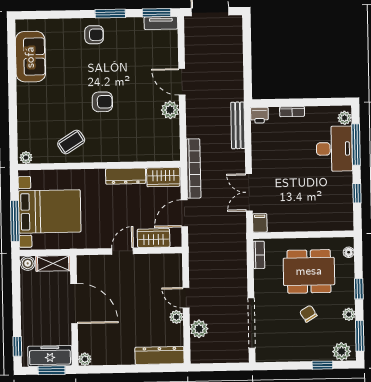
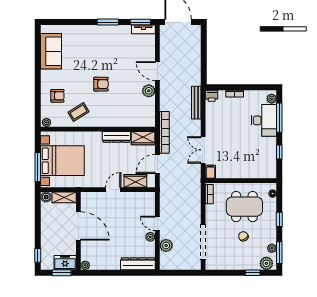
armchair: (94, 35) -> (57, 96), moved
plant: (349, 314) -> (272, 248), moved
freezer: (50, 356) -> (65, 263), width x0.71

